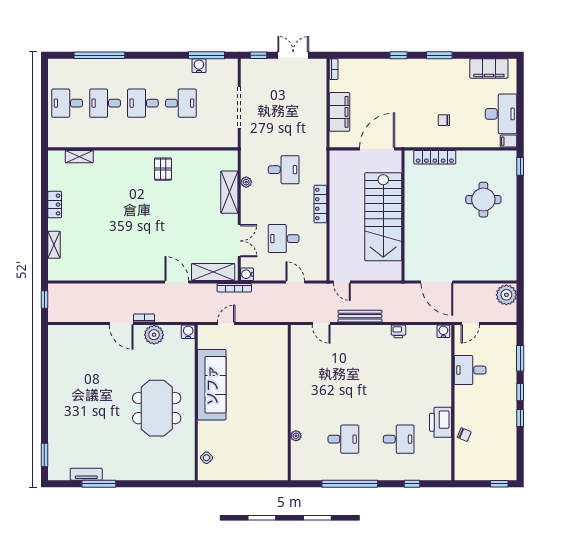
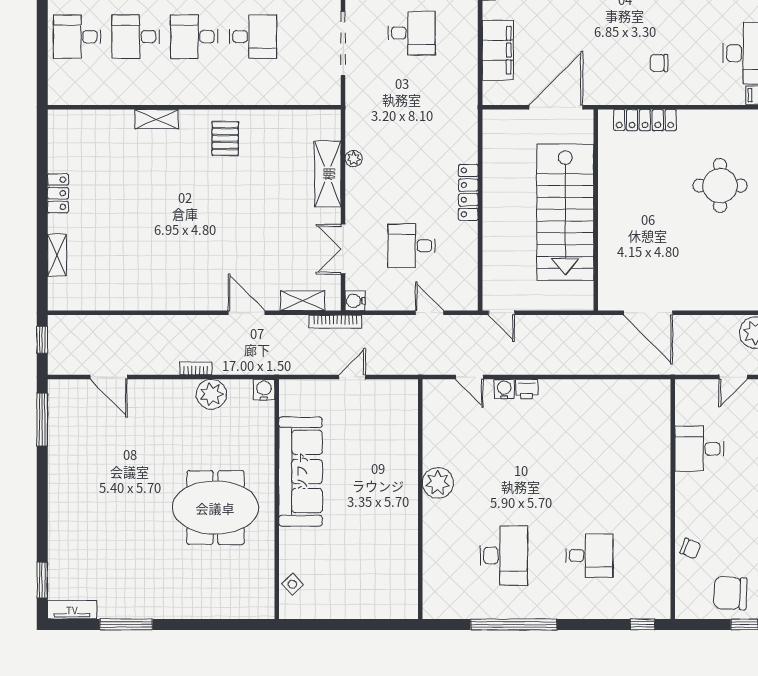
shelving: (79, 157) -> (157, 119), moved
desk: (284, 170) -> (412, 33), moved
double door: (239, 241) -> (343, 249), swing flipped
shelving: (213, 272) -> (303, 301), width x0.67, depth x0.75
bench: (360, 316) -> (529, 366), removed
door: (121, 324) -> (109, 377), moved
door: (226, 324) -> (352, 377), moved
door: (470, 324) -> (733, 377), moved
printer: (398, 331) -> (527, 389), moved
water cooler: (443, 331) -> (504, 389), moved
window: (44, 351) -> (42, 420), added
meeting table: (157, 408) -> (215, 508), turned 90
printer: (441, 422) -> (654, 529), removed
plant: (296, 436) -> (438, 483), moved, width x1.87, depth x1.87
desk: (343, 439) -> (504, 555), width x1.37
chair: (490, 463) -> (730, 593), added
tv unit: (86, 474) -> (72, 610), moved
window: (412, 484) -> (642, 624), moved

